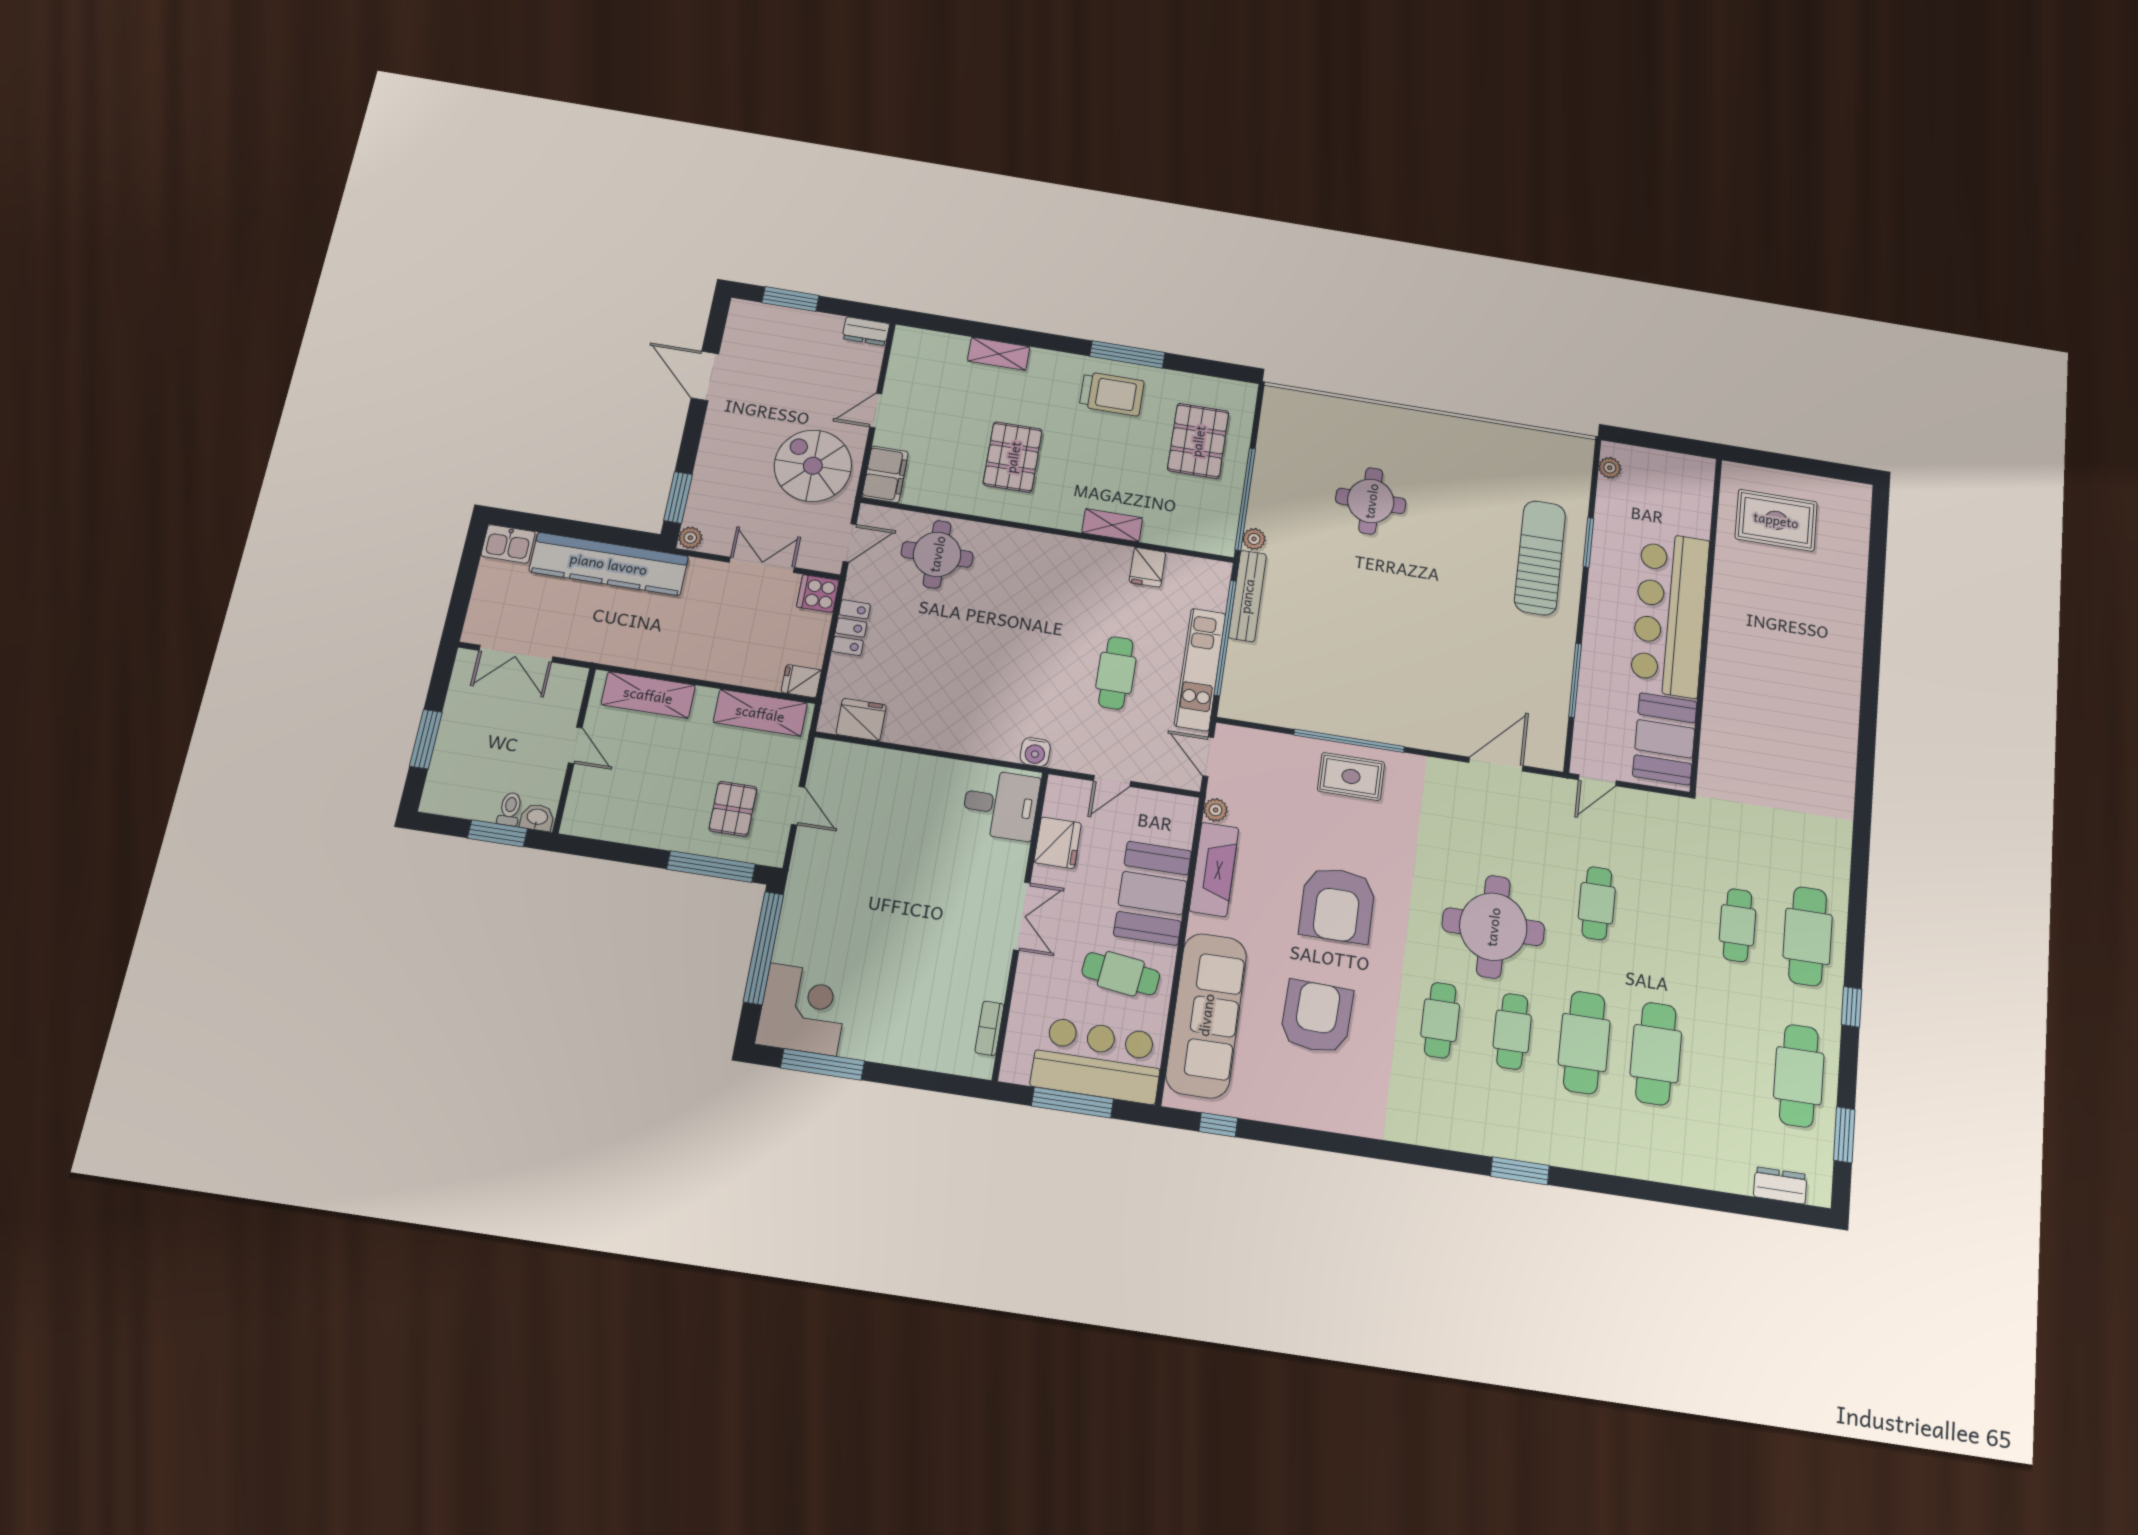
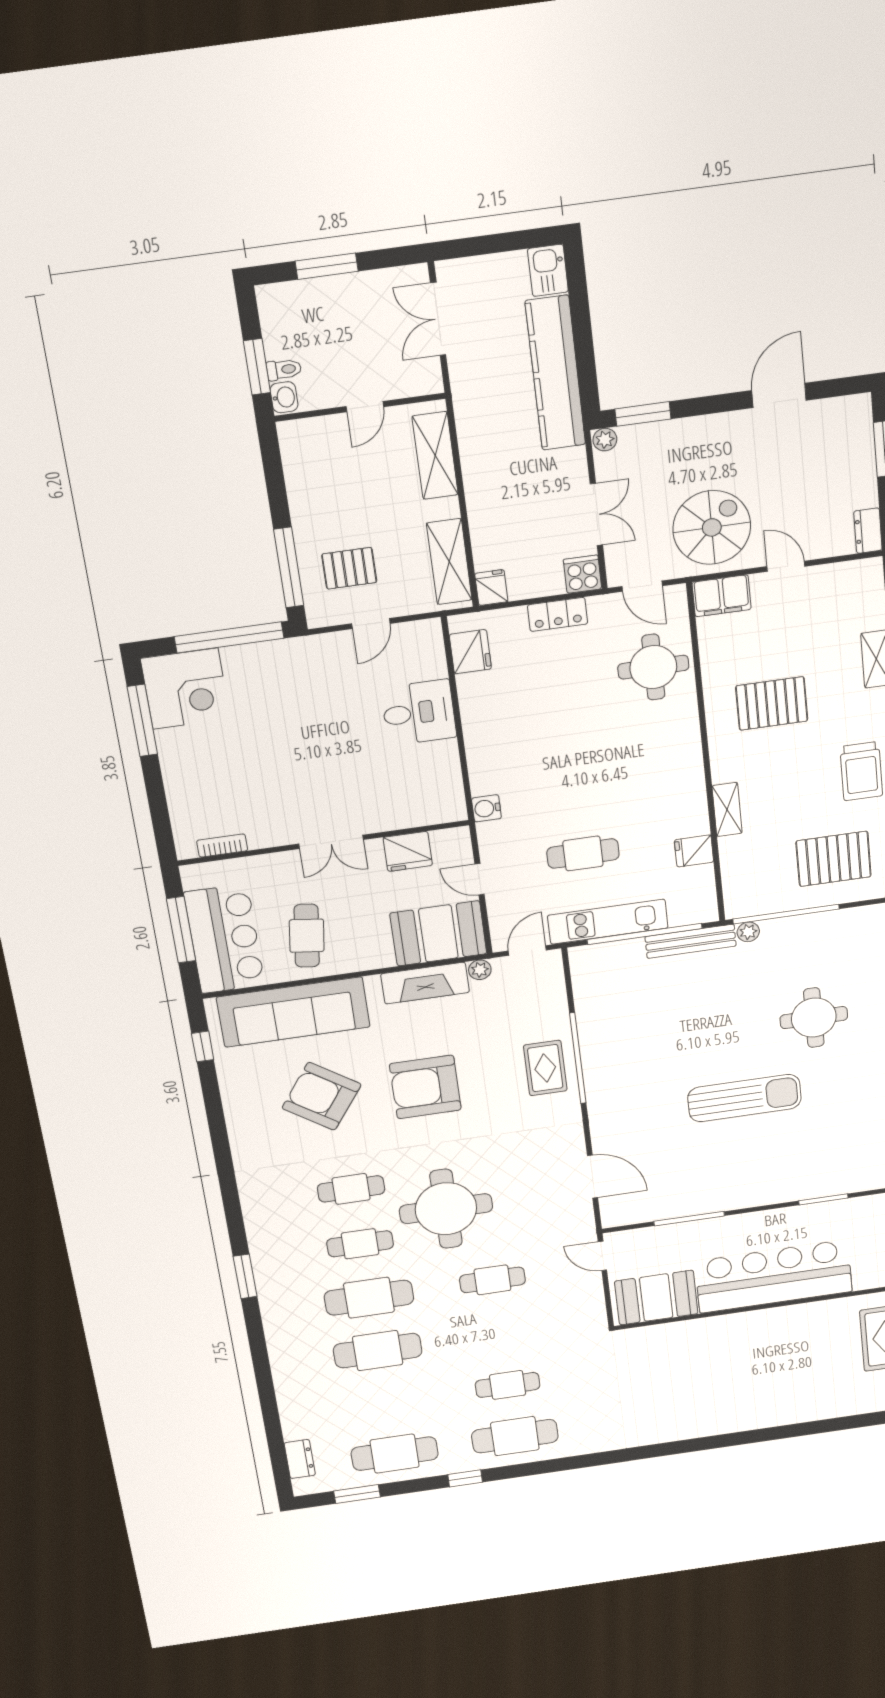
sun lounger: (1540, 558) -> (744, 1098), moved
desk: (1001, 805) -> (419, 712), moved, turned -90
booth: (1153, 893) -> (438, 933), moved
armchair: (1317, 1017) -> (322, 1096), turned -147

